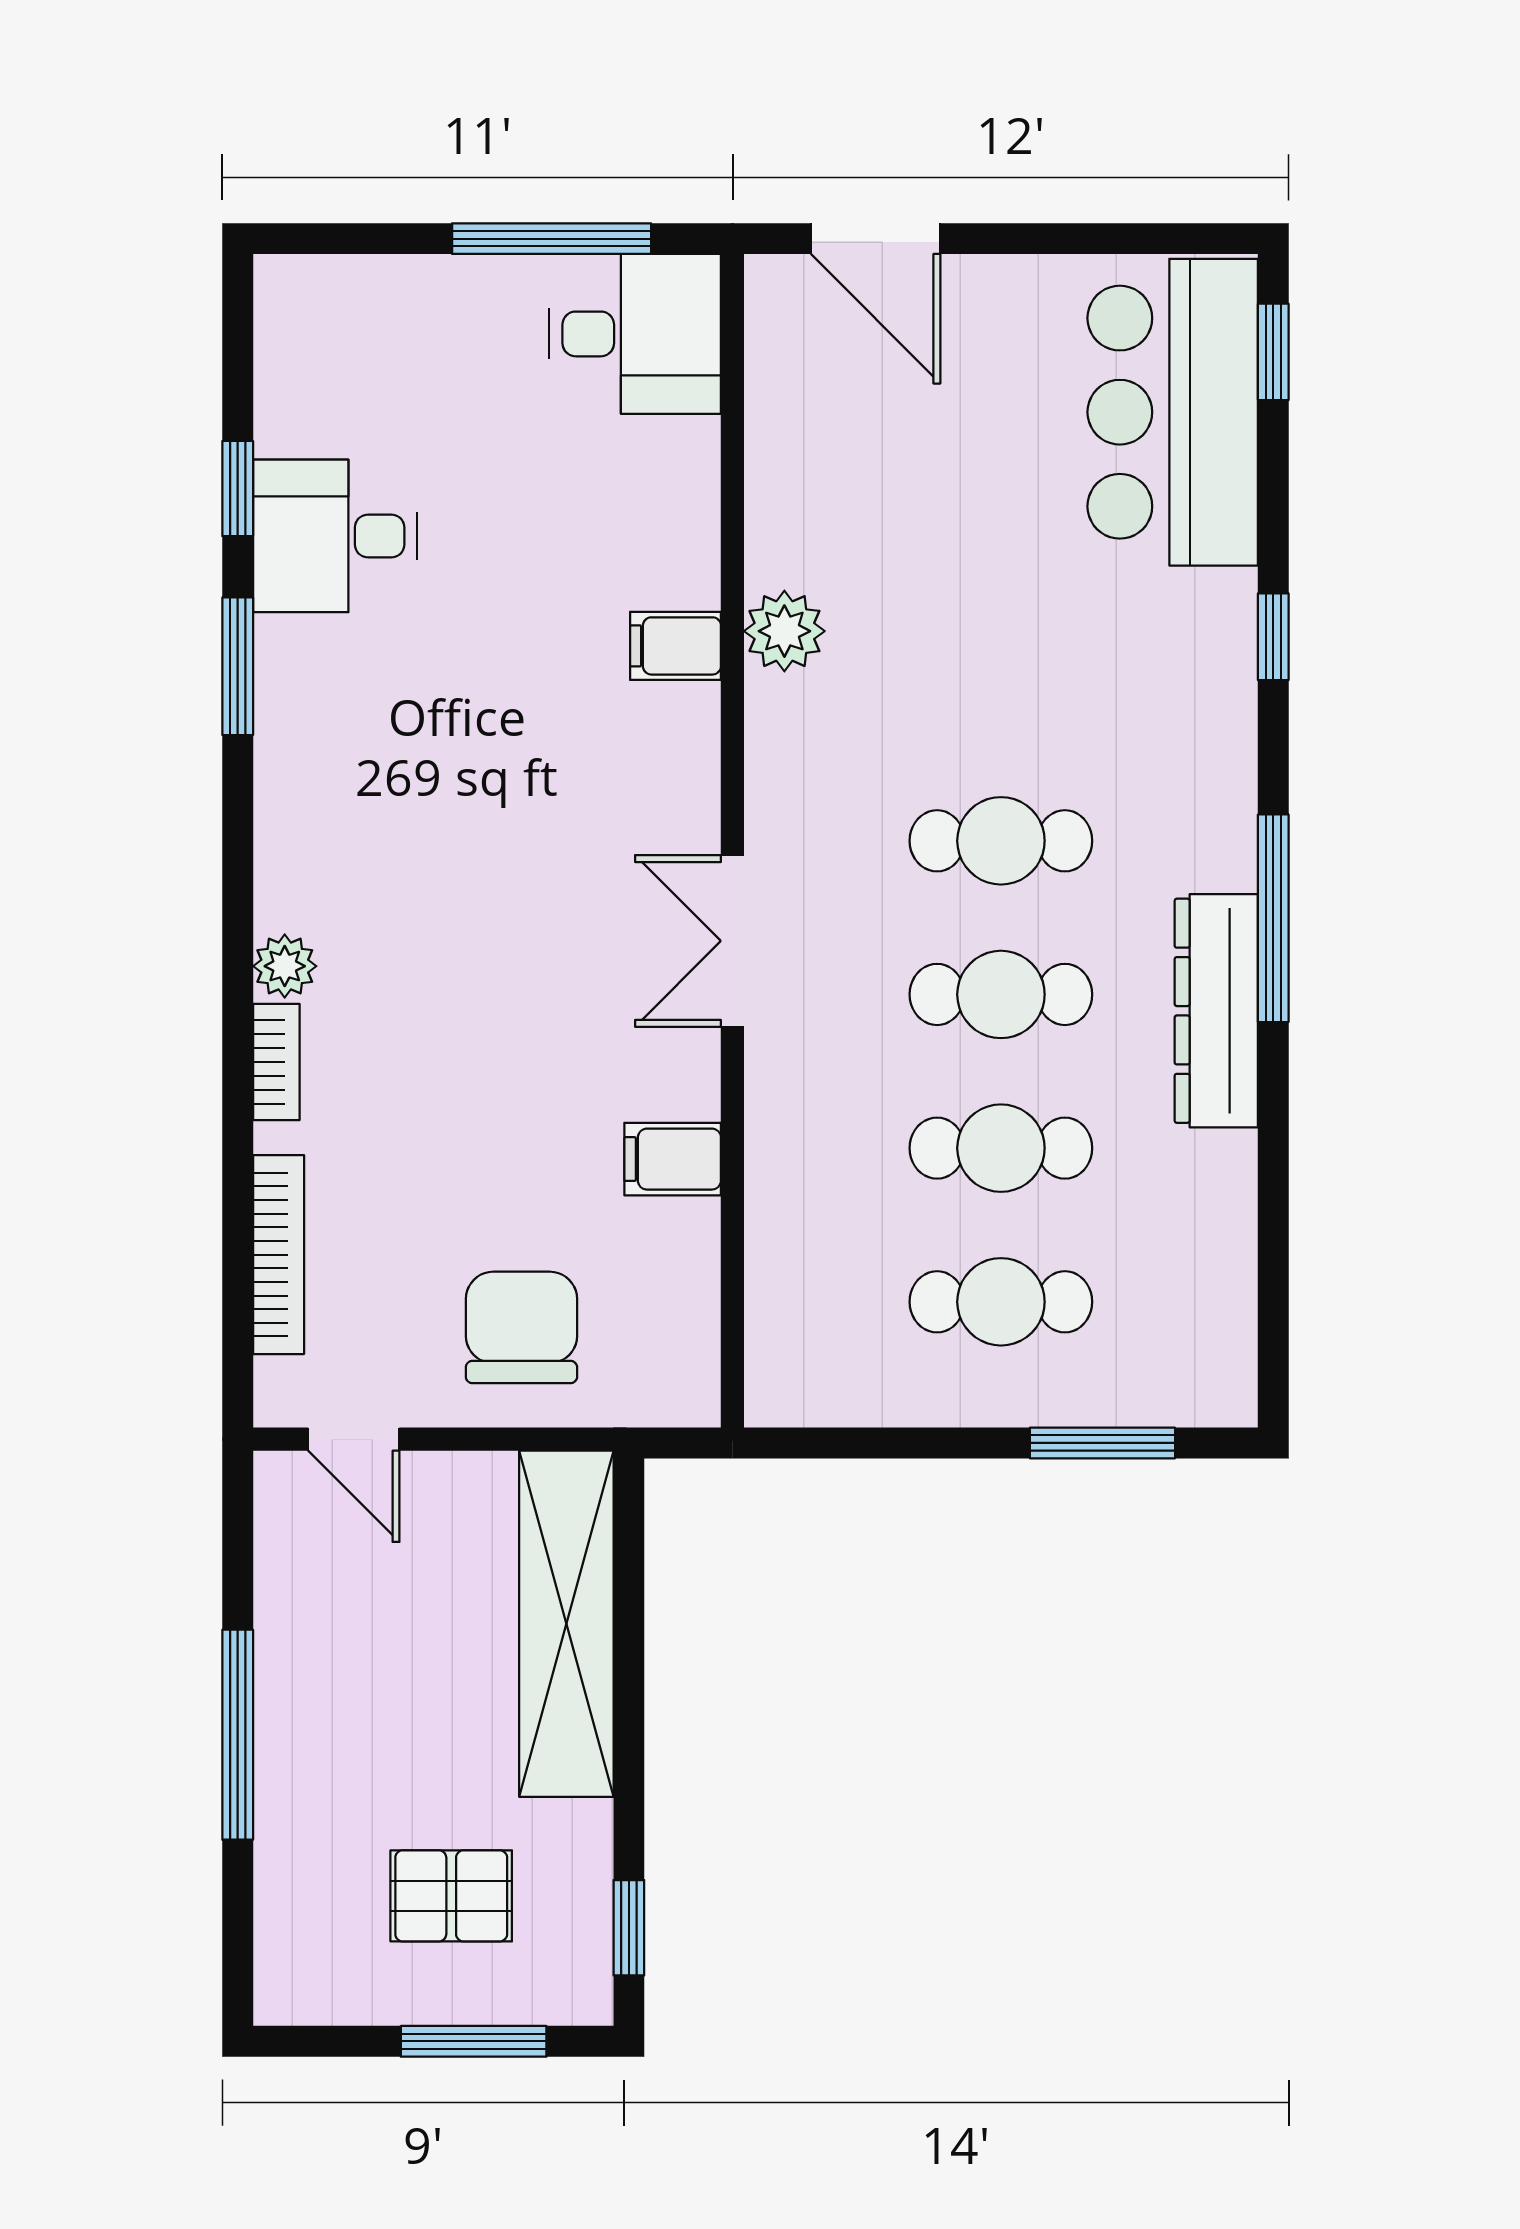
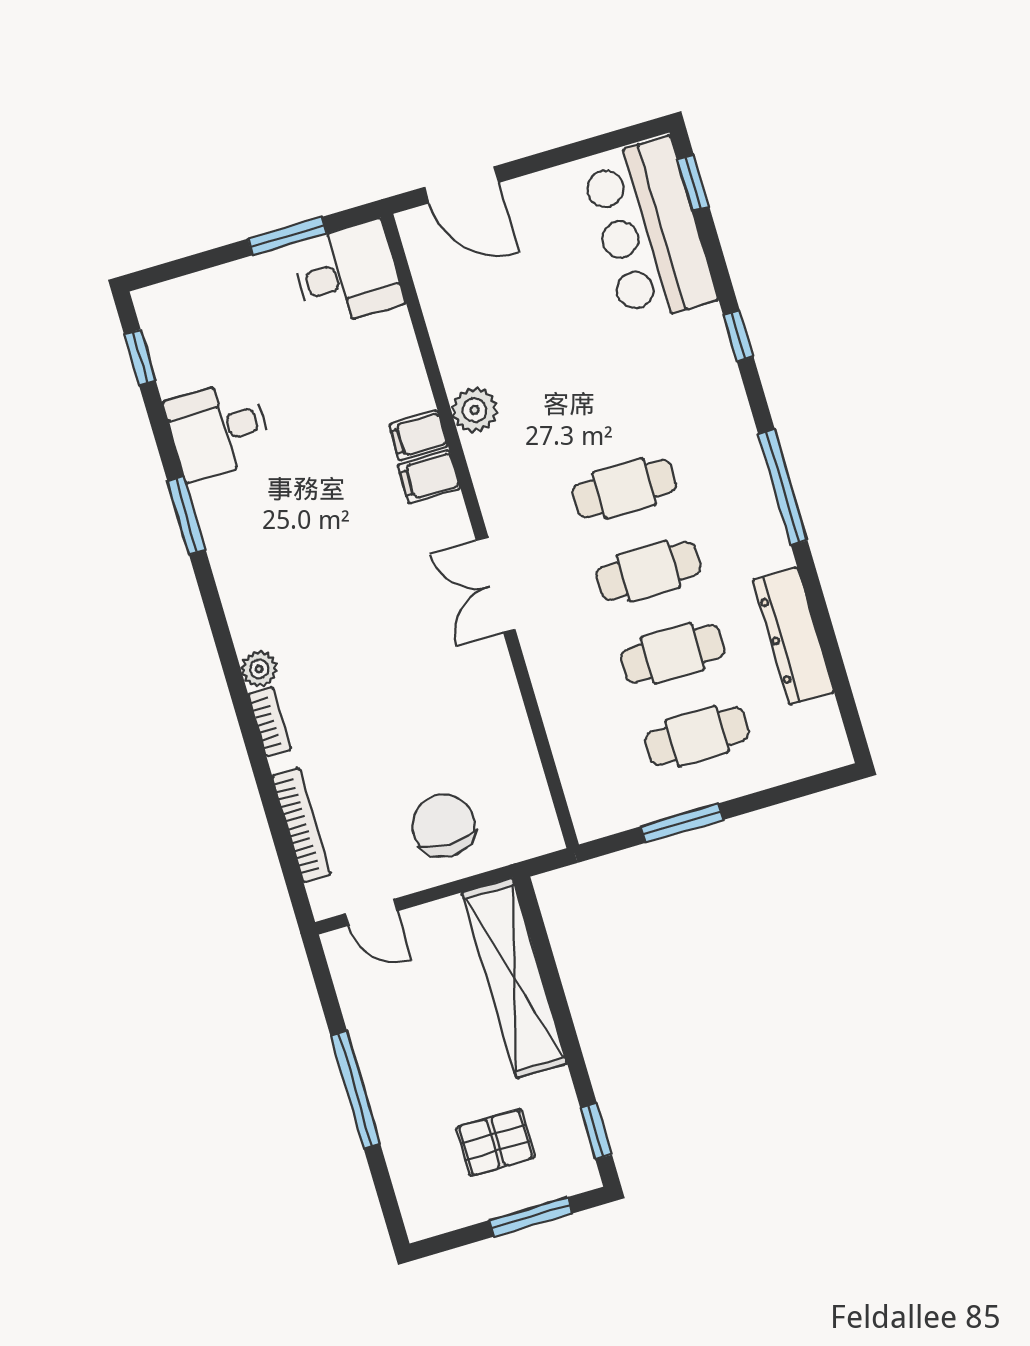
window: (552, 239) -> (287, 236), width x0.69
window: (238, 489) -> (140, 358), moved
dresser: (1216, 1011) -> (793, 636), moved
filing cabinet: (673, 1159) -> (429, 477), moved
window: (1102, 1443) -> (682, 823), moved

